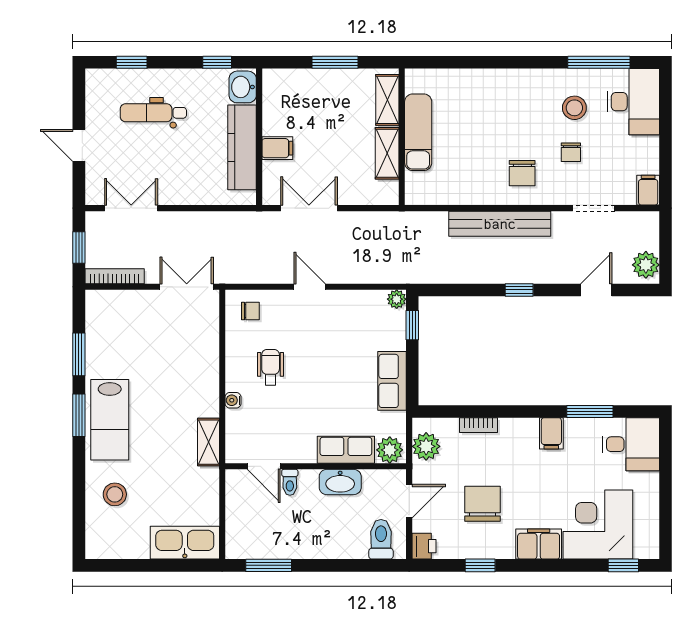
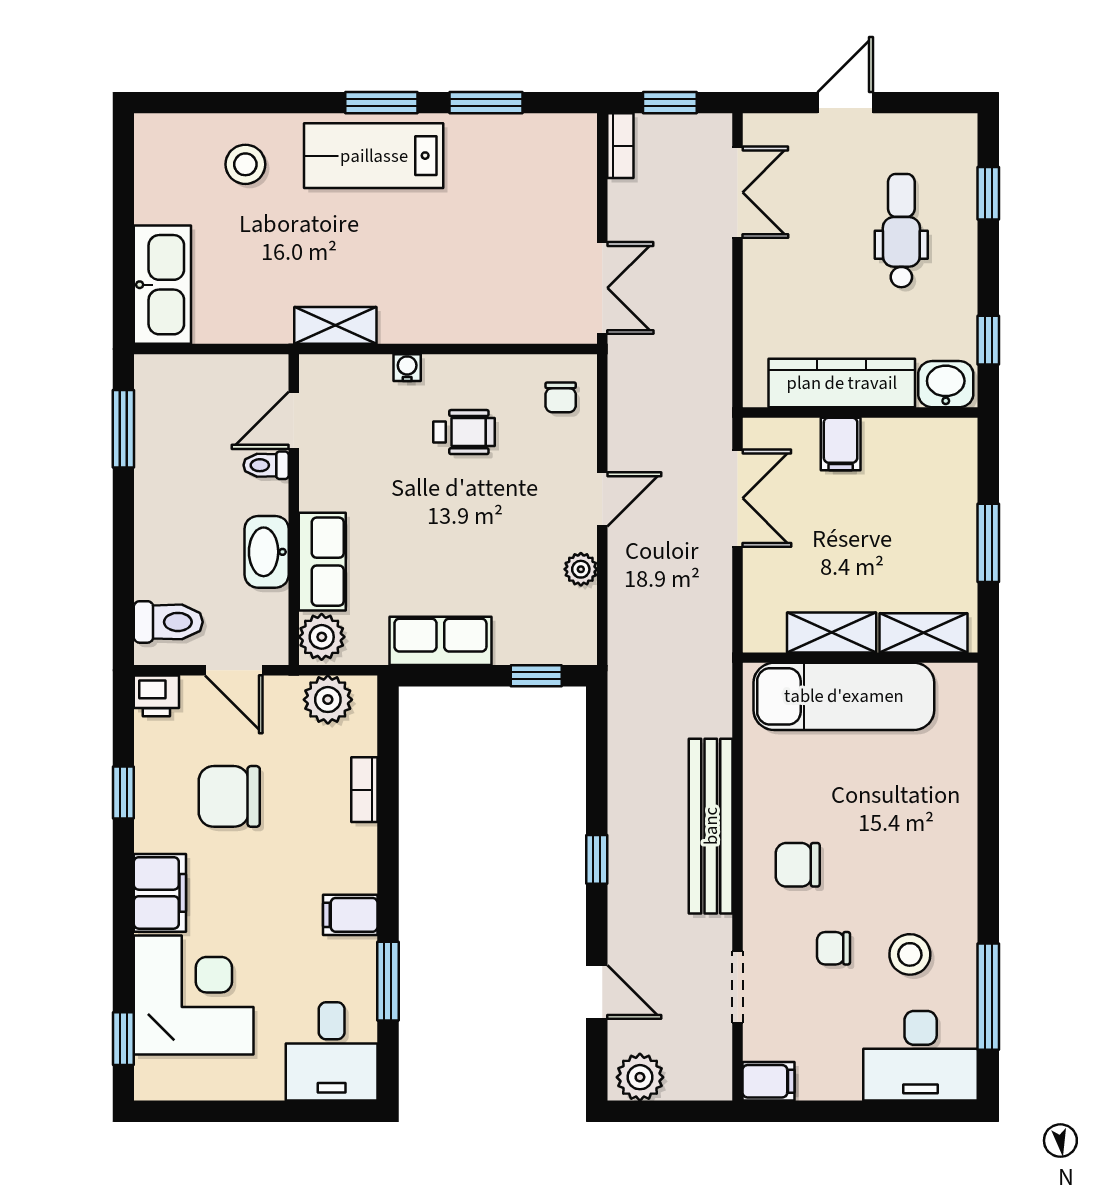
exam couch: (418, 132) -> (844, 696), width x1.36, depth x1.45
bookcase: (115, 276) -> (620, 146), width x0.64
plant: (397, 299) -> (581, 569), moved
chair: (482, 504) -> (229, 796), turned 180

